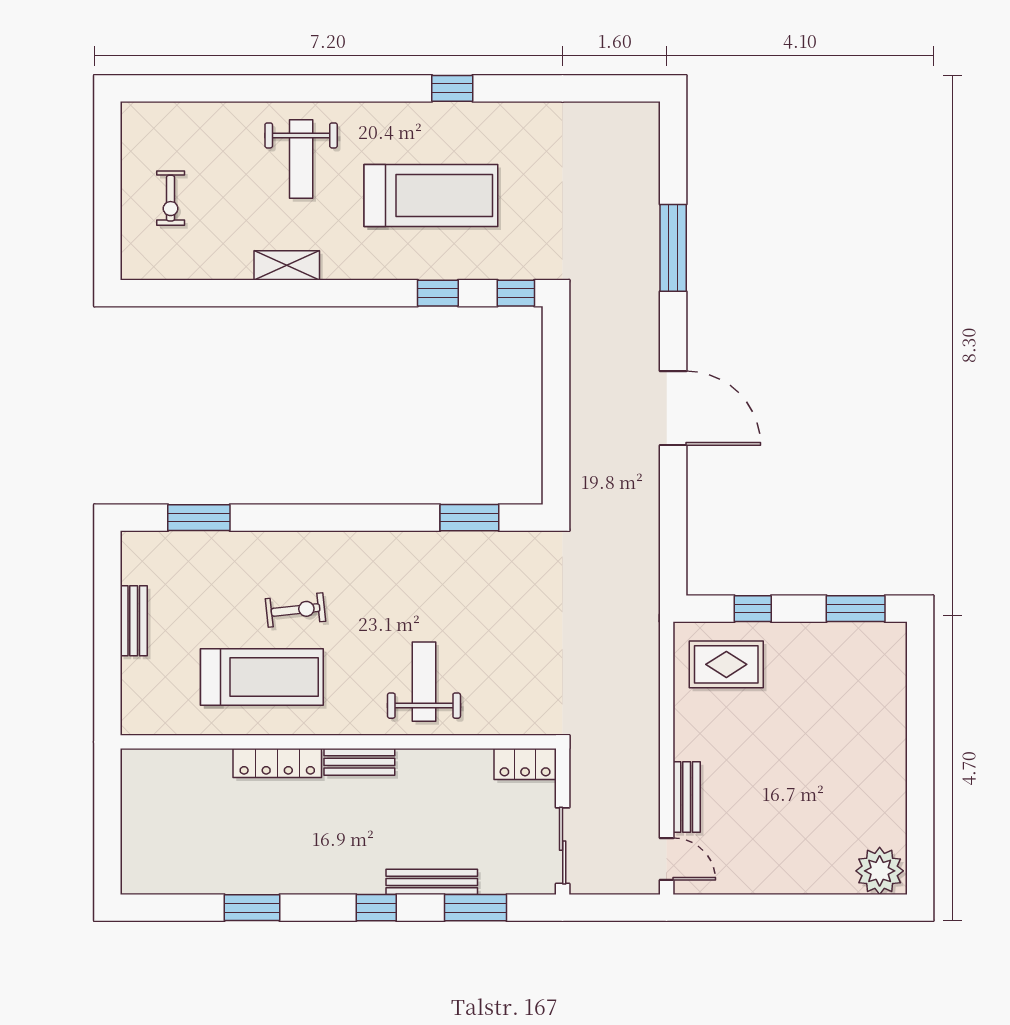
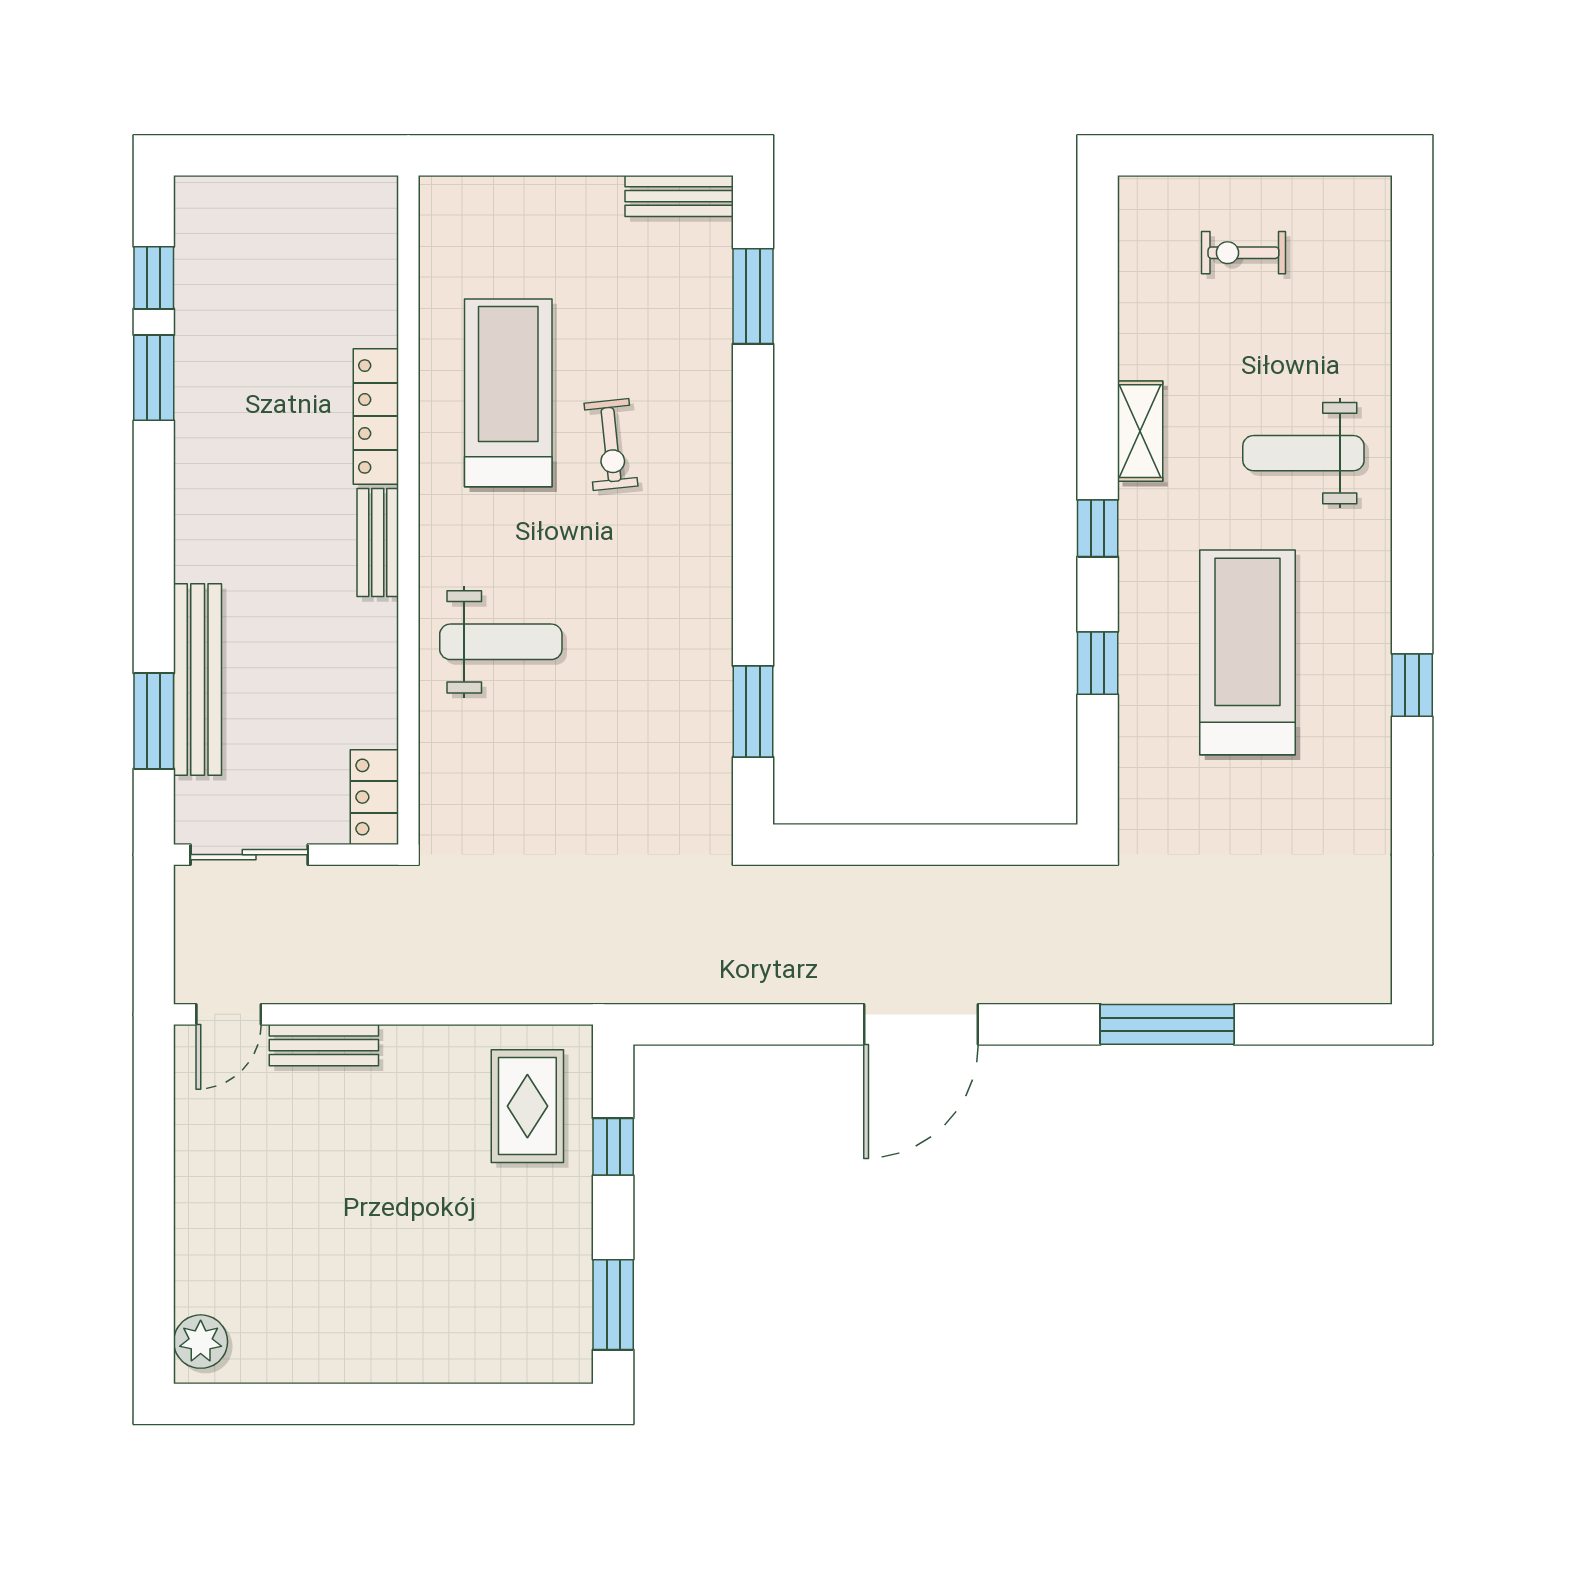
treadmill: (431, 195) -> (1247, 652), turned 180
window: (516, 293) -> (1098, 528), moved
bench: (134, 621) -> (679, 196), moved
treadmill: (262, 677) -> (508, 393), turned 180
plant: (880, 871) -> (201, 1342), width x0.73, depth x0.73
bench: (432, 882) -> (198, 680), width x1.37, depth x1.21
window: (376, 908) -> (154, 278), moved

